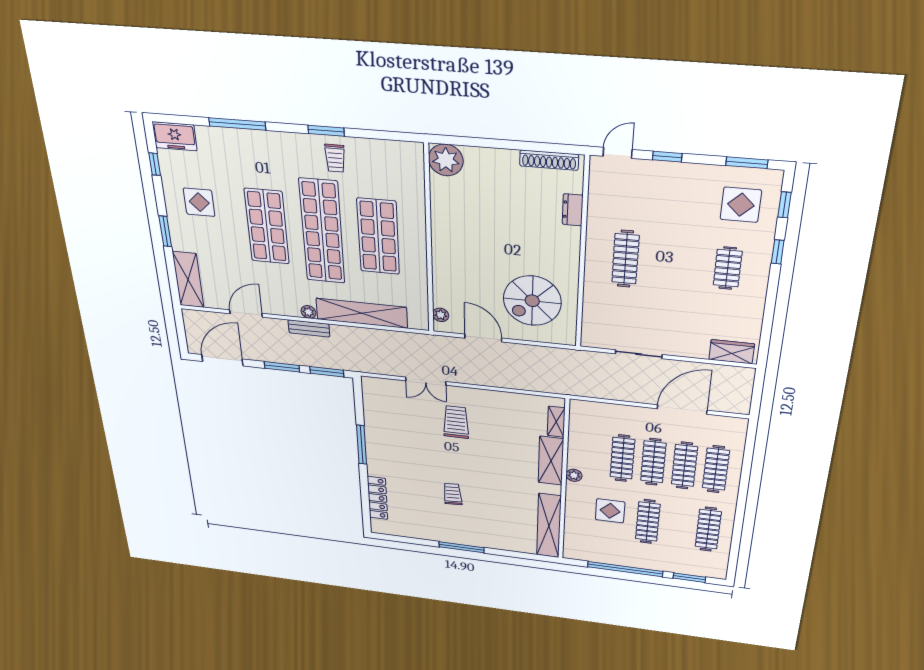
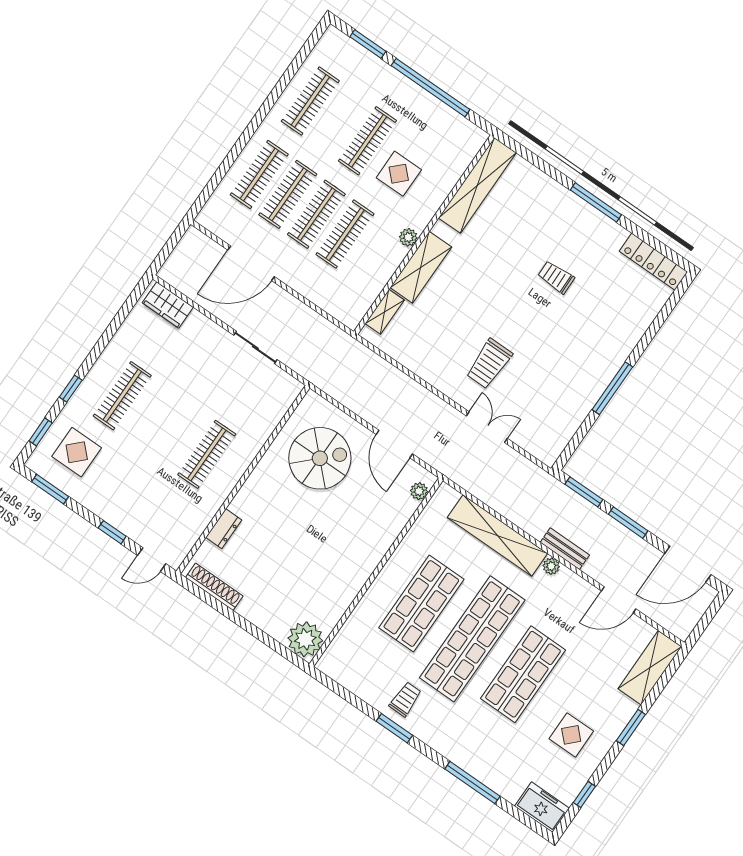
clothes rail: (728, 268) -> (122, 396), width x1.36
trolley: (453, 494) -> (556, 277), turned 93
locker: (377, 498) -> (653, 262), moved, turned -90

